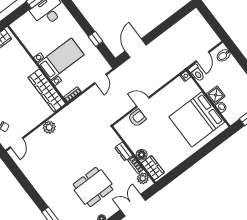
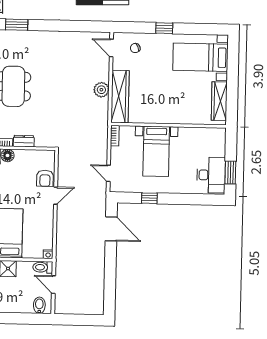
wardrobe: (47, 91) -> (120, 97), moved, turned 90

